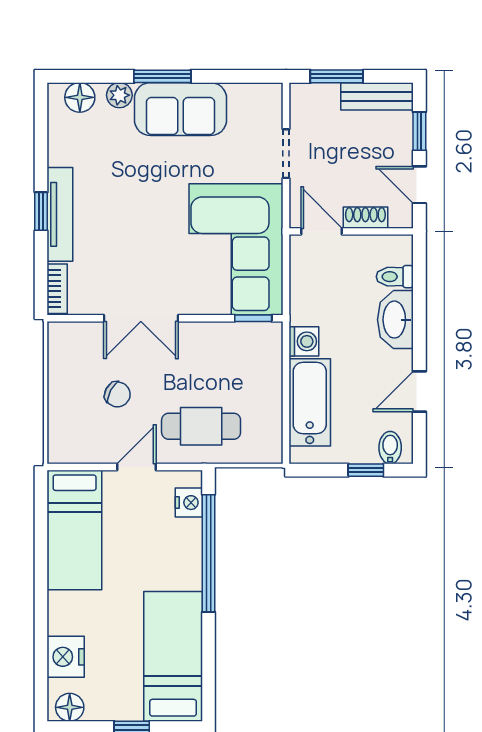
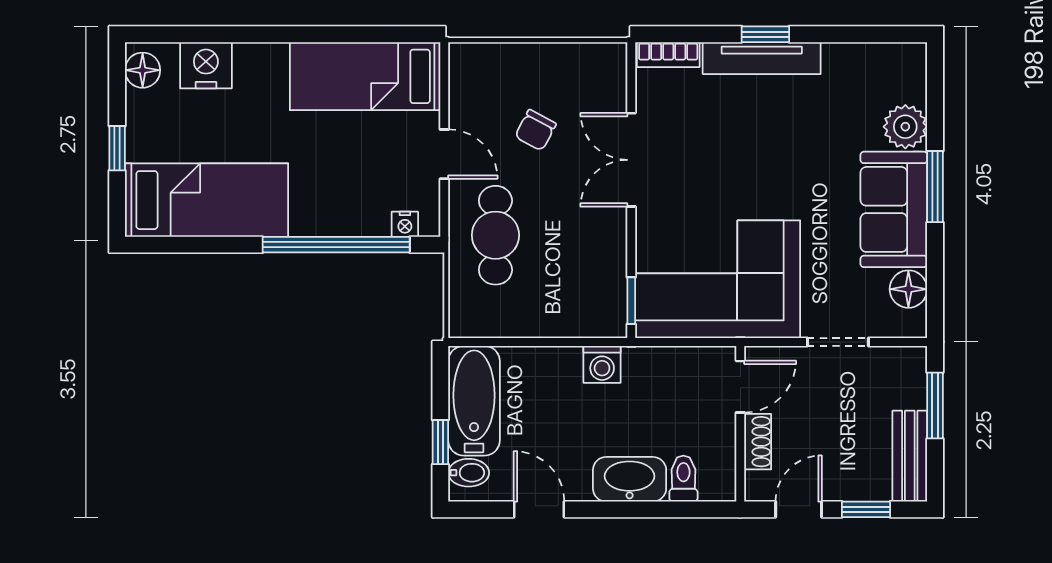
plant: (119, 95) -> (905, 127), width x1.38, depth x1.38
floor lamp: (80, 97) -> (908, 289), moved
bathtub: (310, 402) -> (474, 401), moved, turned -90
nightstand: (189, 503) -> (405, 224), width x0.72, depth x0.74

